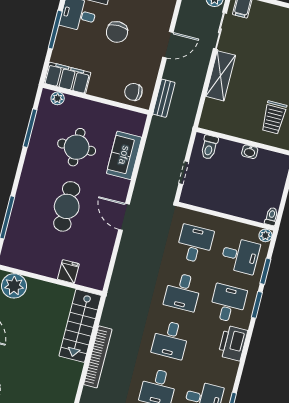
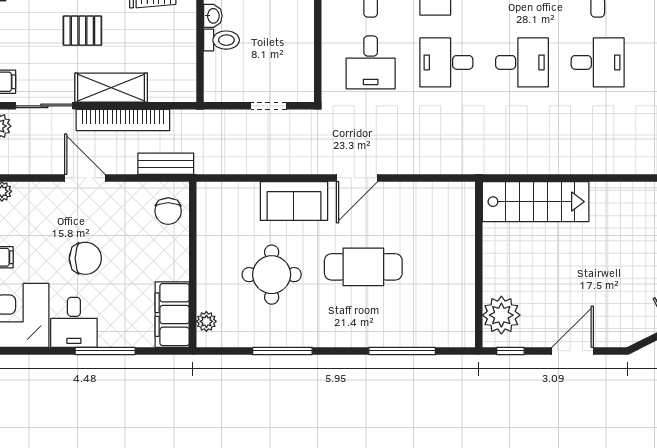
pallet: (261, 67) -> (82, 31), added
window: (30, 128) -> (282, 351), moved
toilet: (209, 147) -> (221, 40), moved
sofa: (124, 155) -> (294, 201), moved
desk: (195, 244) -> (371, 62), turned -90
fridge: (68, 271) -> (459, 240), removed
desk: (183, 292) -> (446, 62), turned 180
bookcase: (98, 357) -> (123, 120), moved, turned 180

